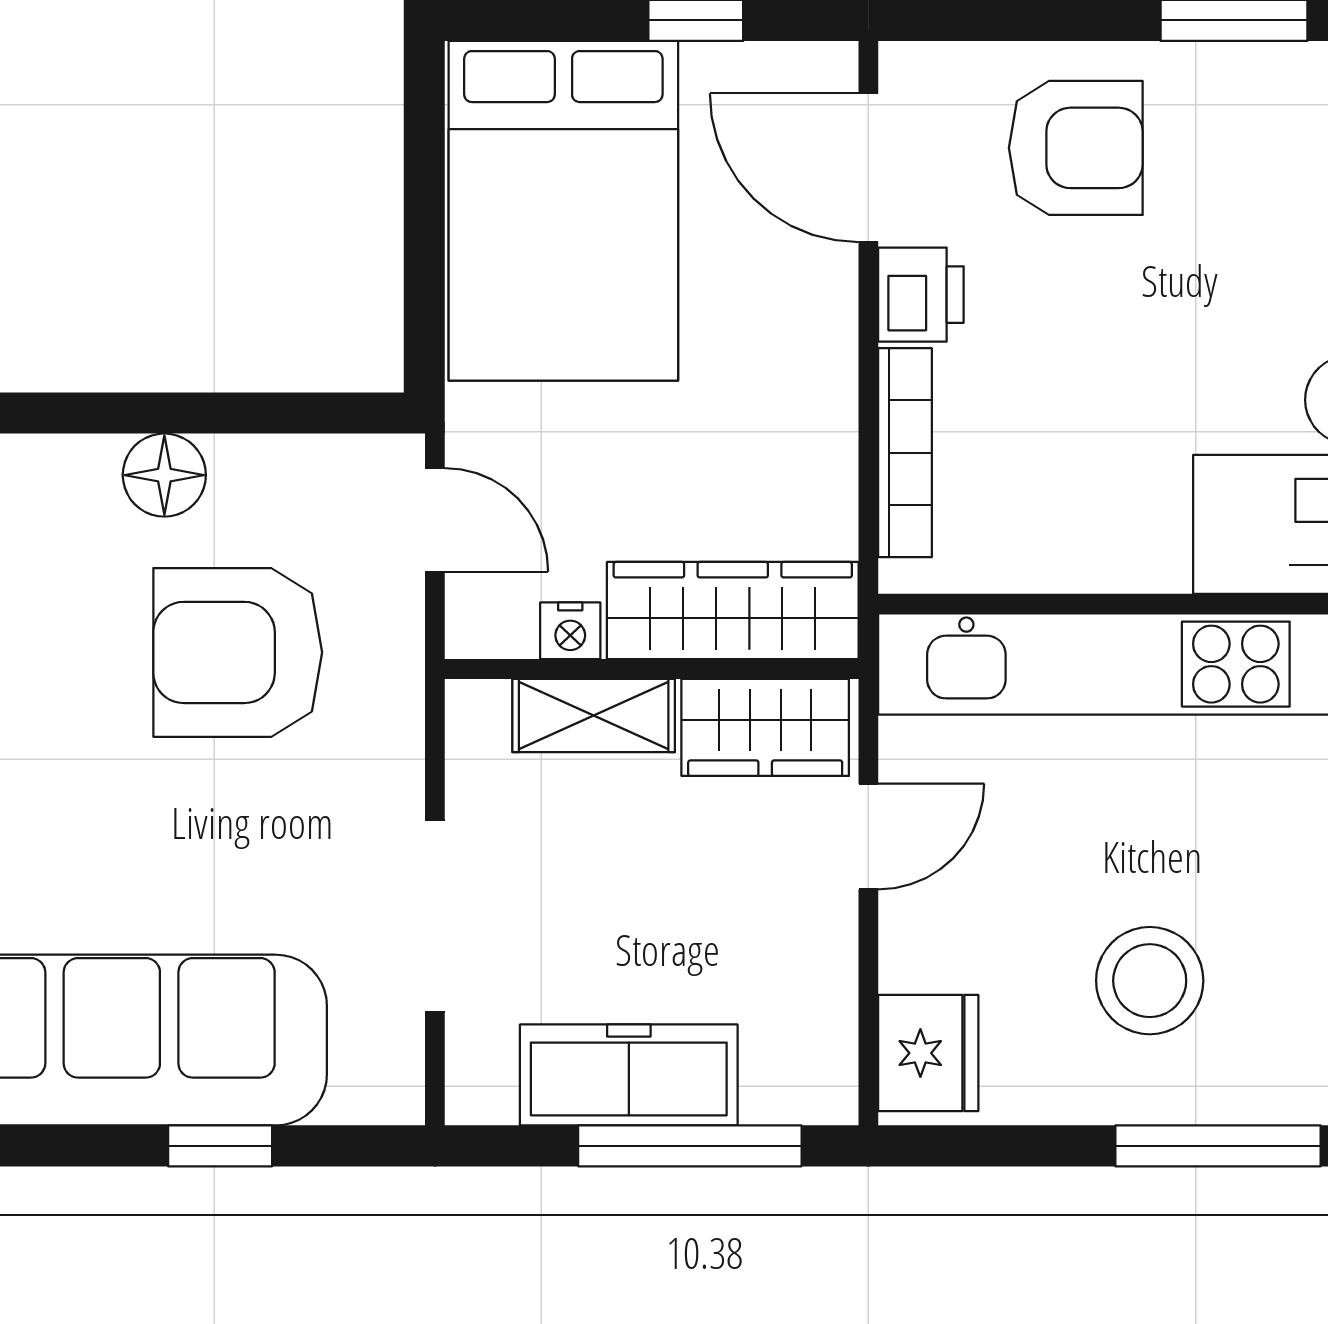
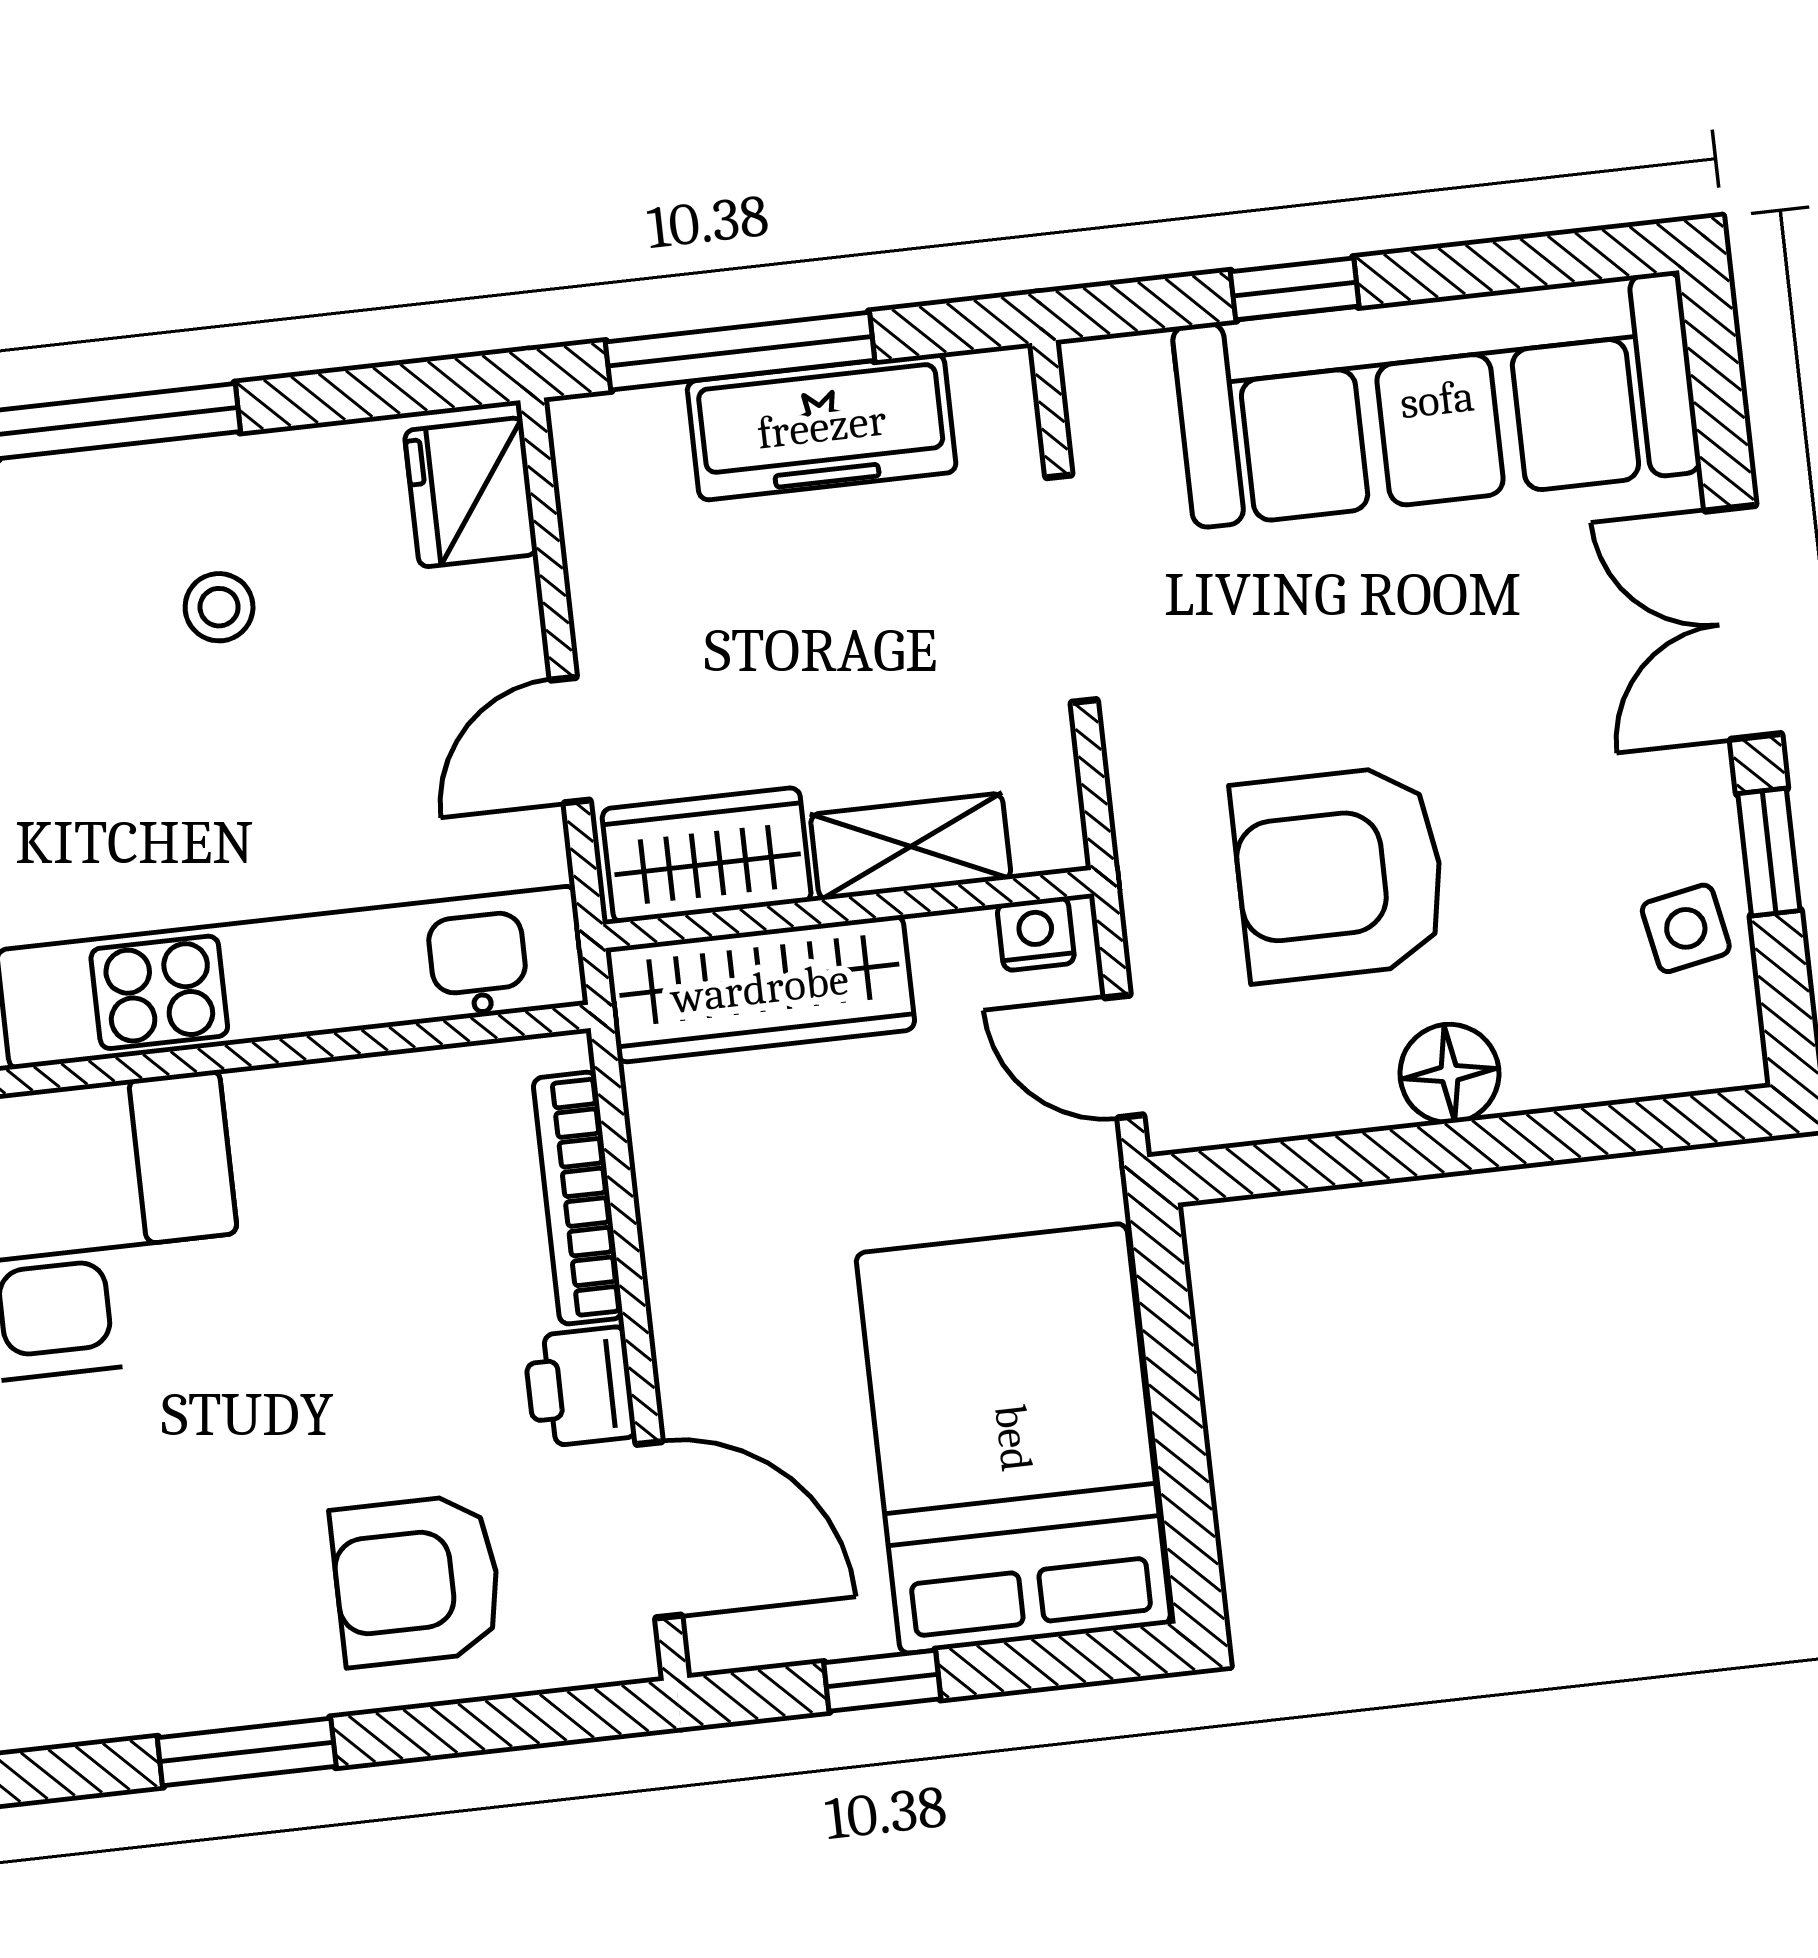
nightstand: (570, 631) -> (1036, 934), moved
armchair: (238, 652) -> (1339, 874), turned 180
stool: (1150, 981) -> (219, 607), width x0.53, depth x0.53

